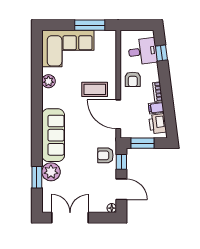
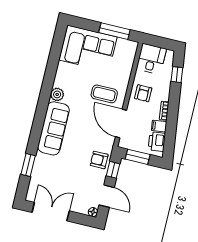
desk: (143, 51) -> (151, 59), moved, turned -83
plant: (48, 81) -> (57, 94), moved
plant: (51, 172) -> (43, 163), removed

